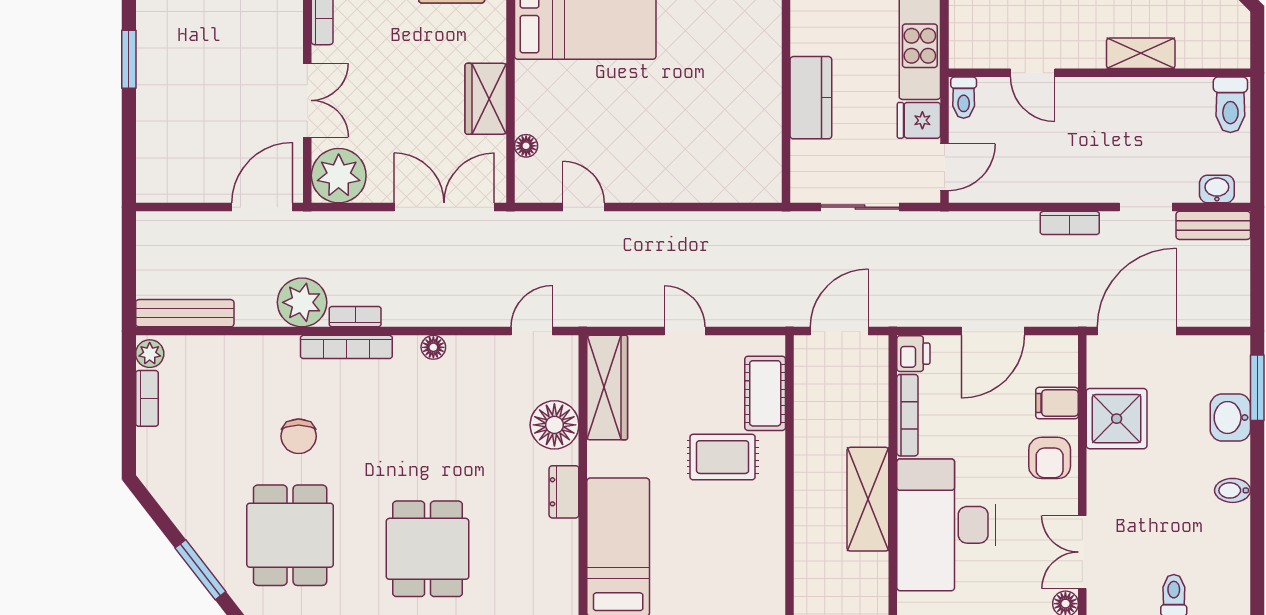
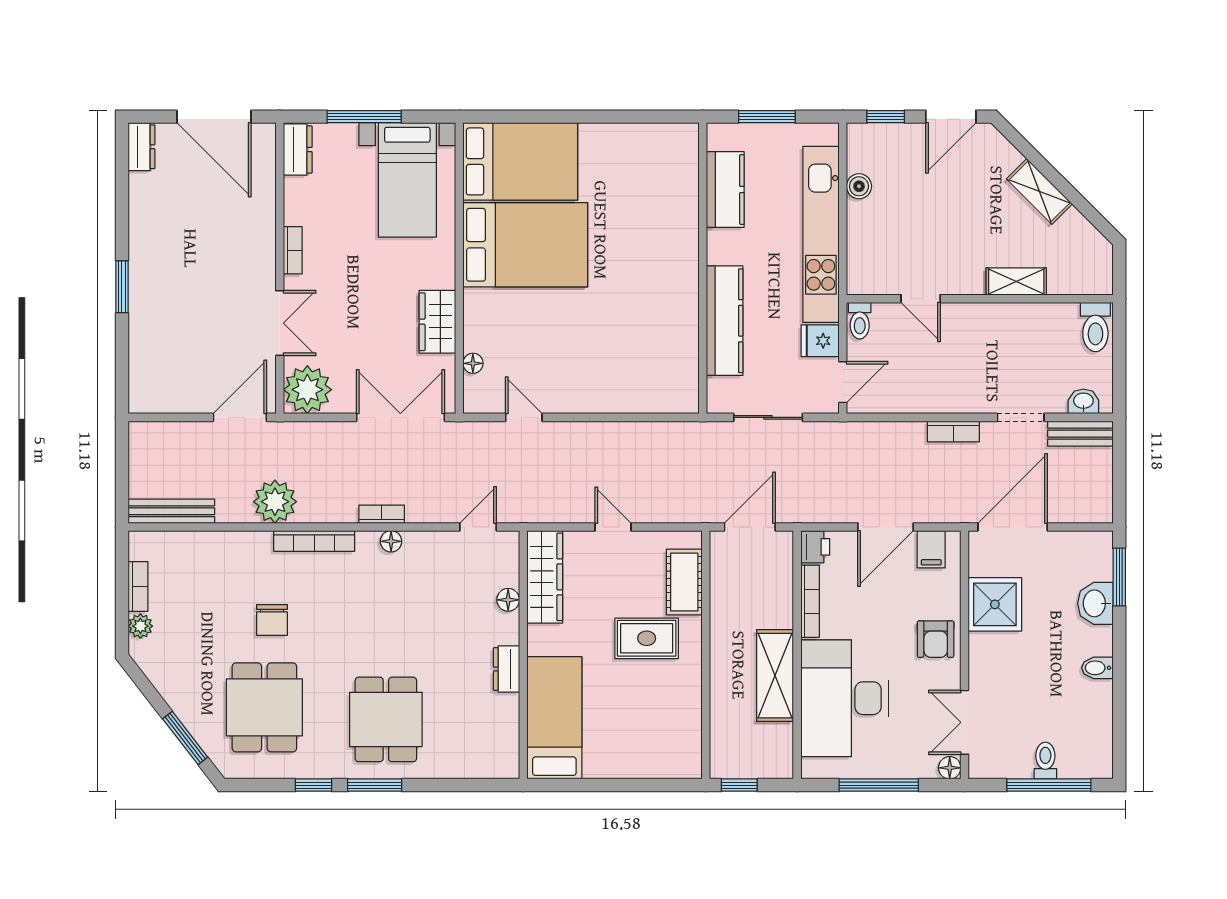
kitchen counter: (811, 98) -> (725, 321), width x1.50
bookcase: (355, 317) -> (382, 514), moved
plant: (150, 354) -> (140, 626), moved
filing cabinet: (1057, 403) -> (931, 549), moved, turned -90
floor lamp: (554, 425) -> (508, 600), width x0.53, depth x0.53

